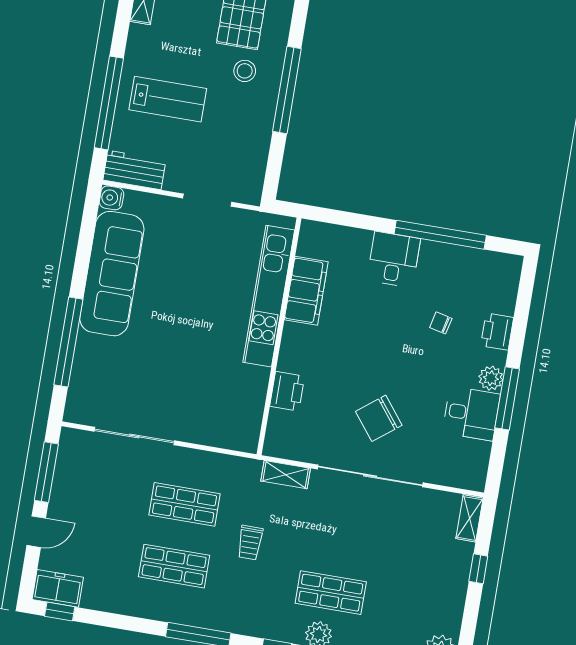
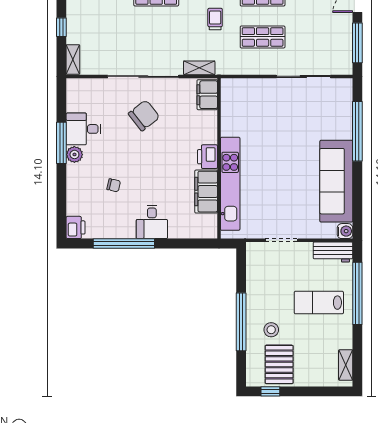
printer: (497, 332) -> (76, 227), moved
printer: (287, 391) -> (207, 157), moved
filing cabinet: (280, 433) -> (207, 95), added

